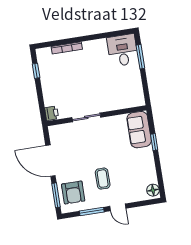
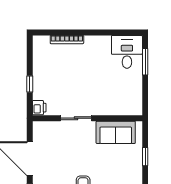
window: (36, 71) -> (30, 84), moved
sofa: (139, 130) -> (116, 132), moved, turned -90

